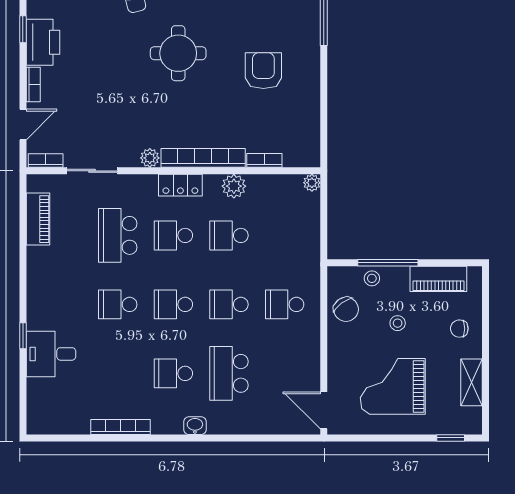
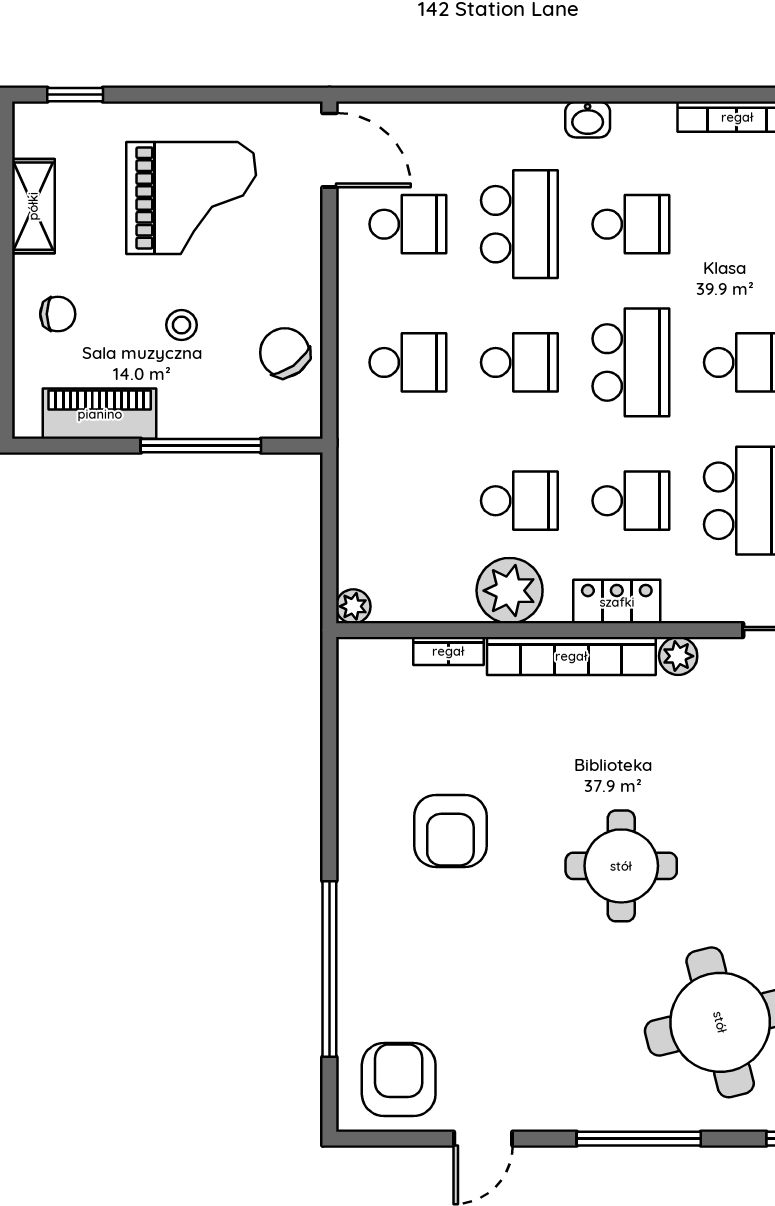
plant: (234, 186) -> (510, 591), width x1.36, depth x1.36
stool: (372, 278) -> (233, 415), removed
school desk: (173, 304) -> (631, 362), width x1.85
school desk: (285, 373) -> (408, 224), added

